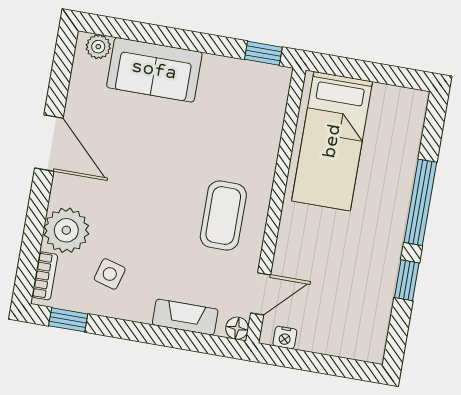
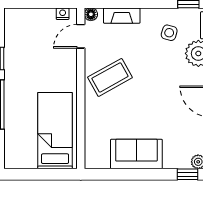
window: (263, 53) -> (187, 174), moved
sofa: (154, 70) -> (136, 154), moved
coffee table: (223, 216) -> (110, 77), turned 61

